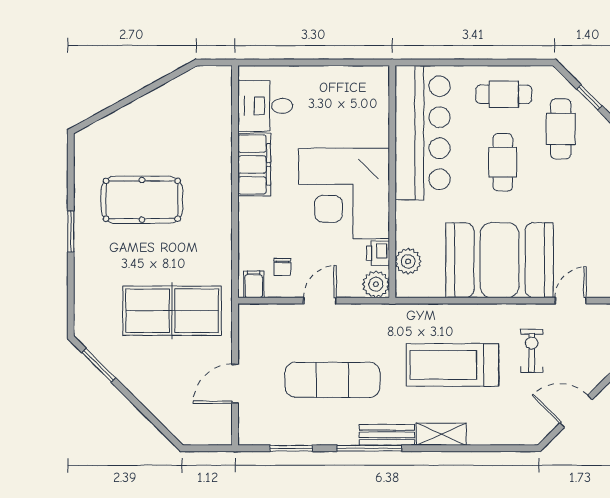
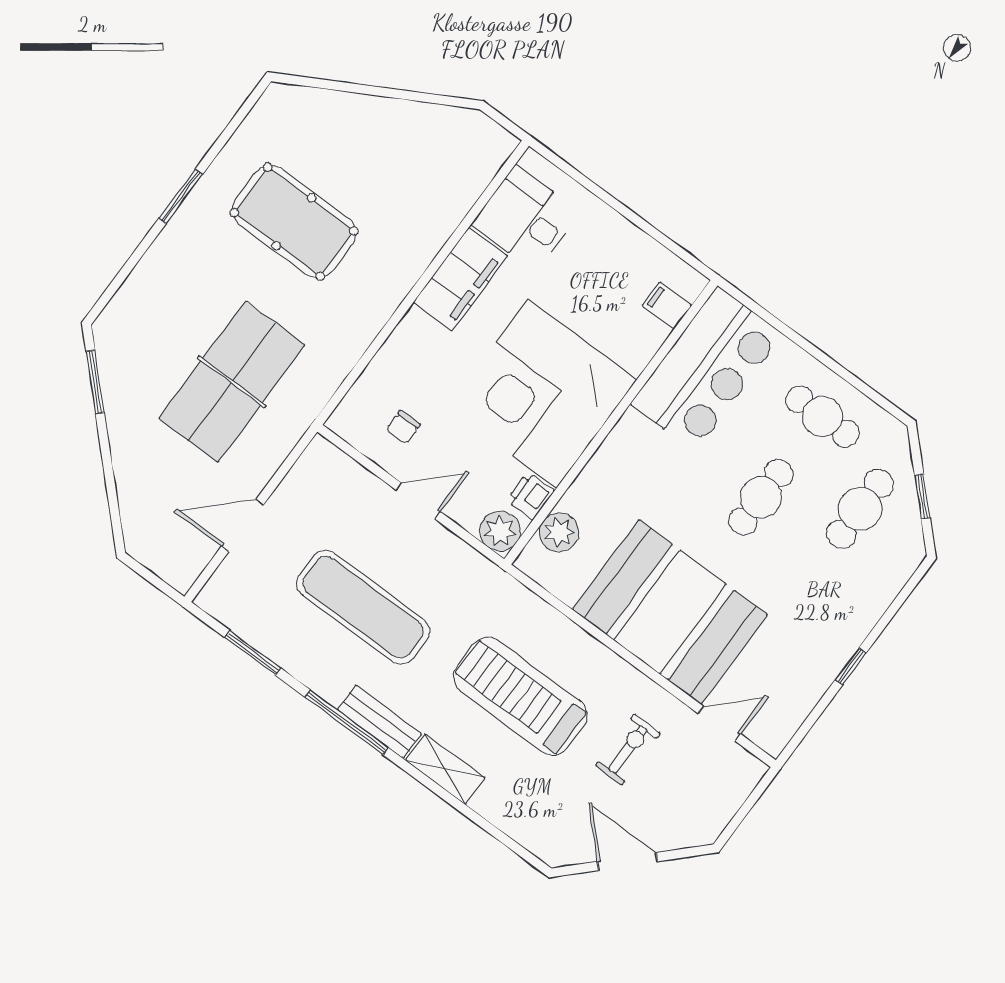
bar counter: (423, 133) -> (707, 369), width x0.73
filing cabinet: (254, 284) -> (667, 306), moved, turned -90
table tennis table: (172, 311) -> (232, 382), turned 90

